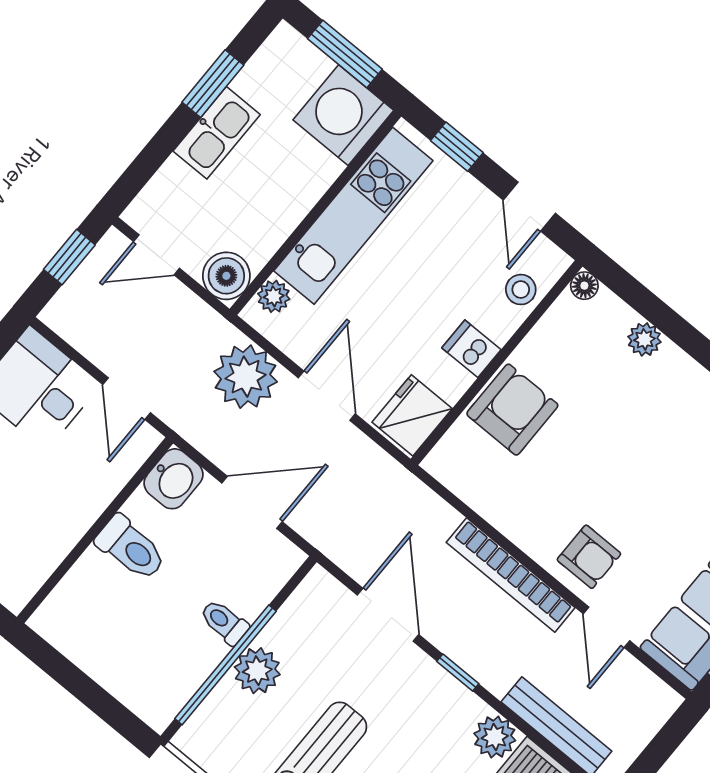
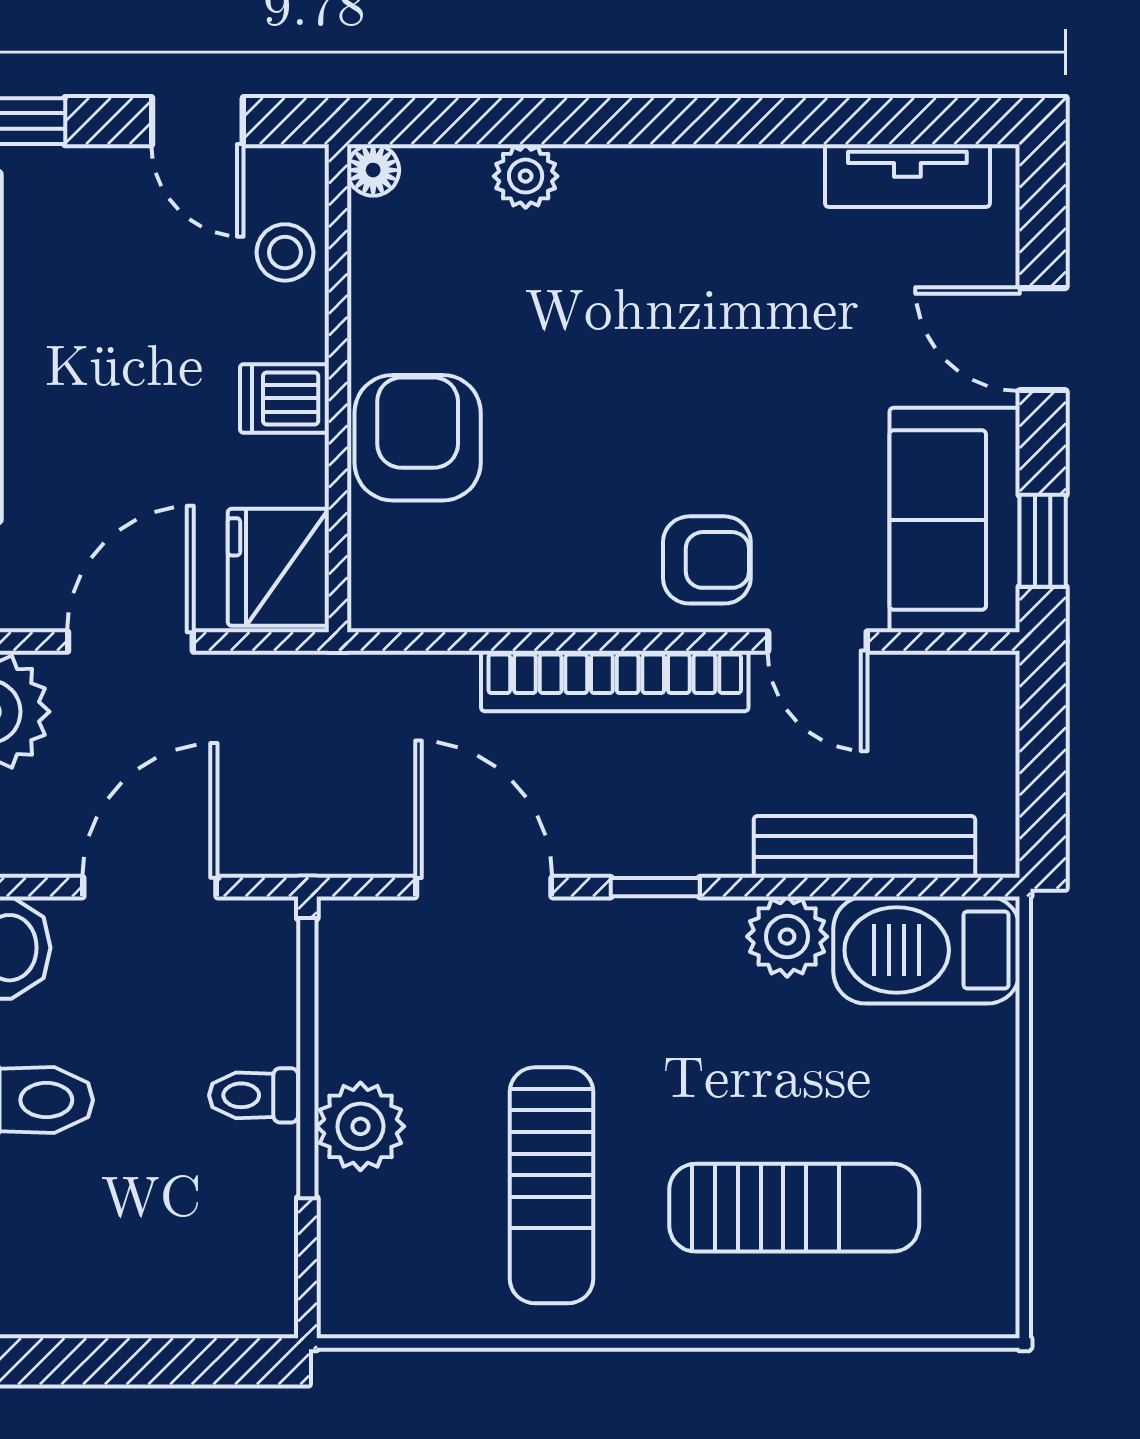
door: (327, 396) -> (130, 642), hinge flipped
window: (226, 665) -> (307, 1058), moved

